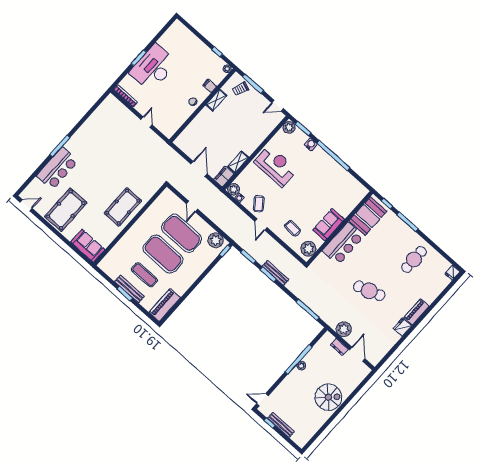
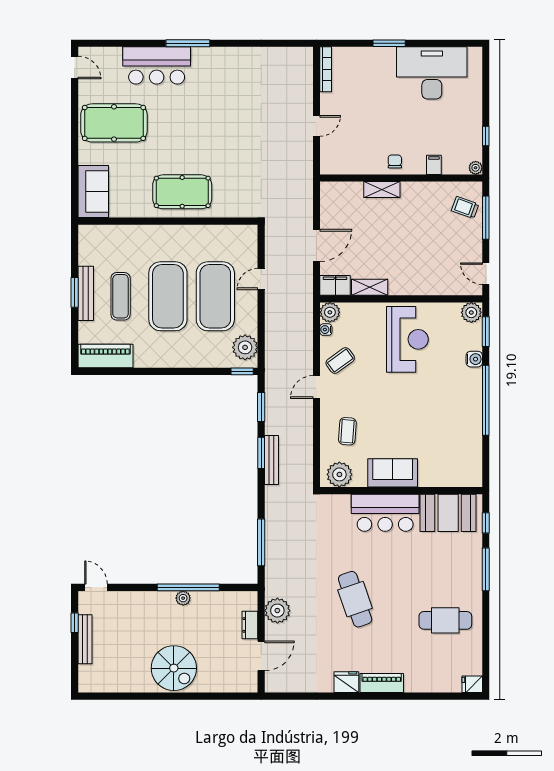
desk: (153, 68) -> (432, 73), moved
shelving: (216, 100) -> (382, 189), moved

